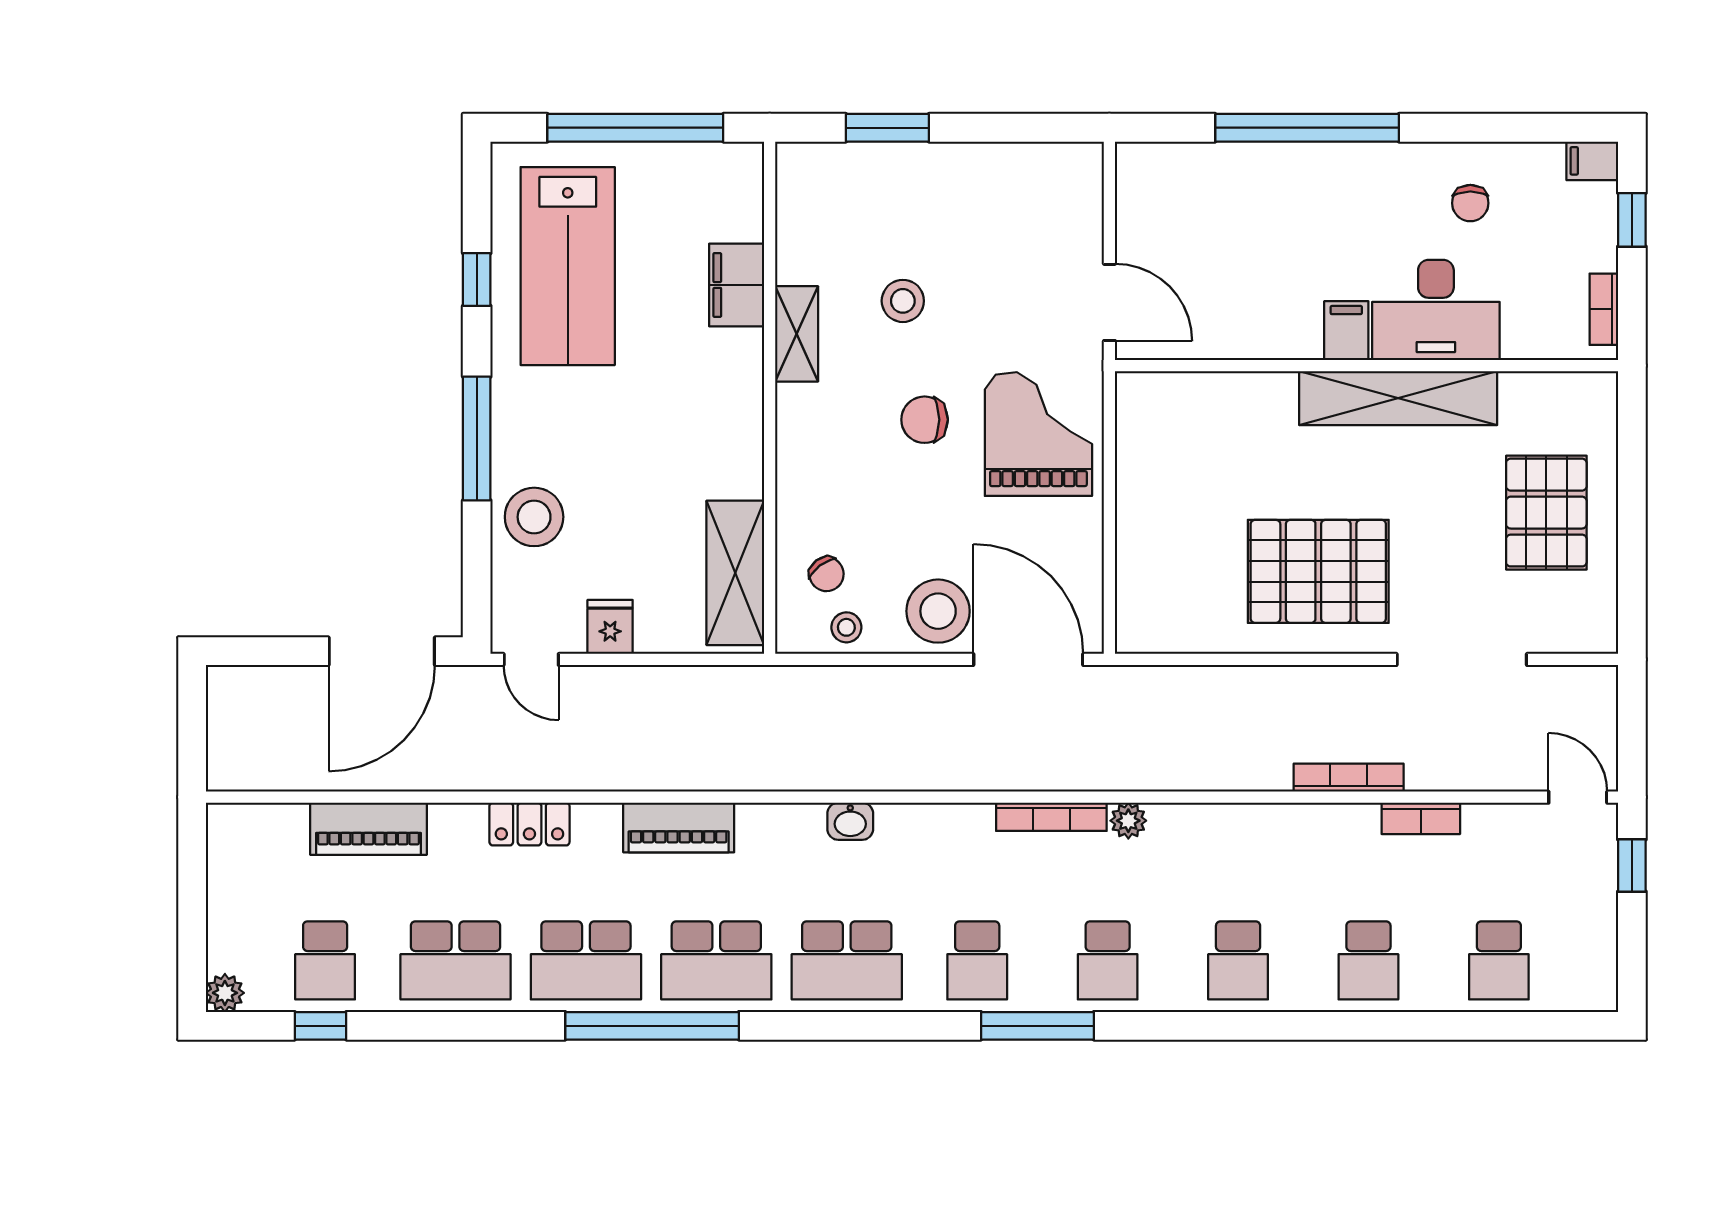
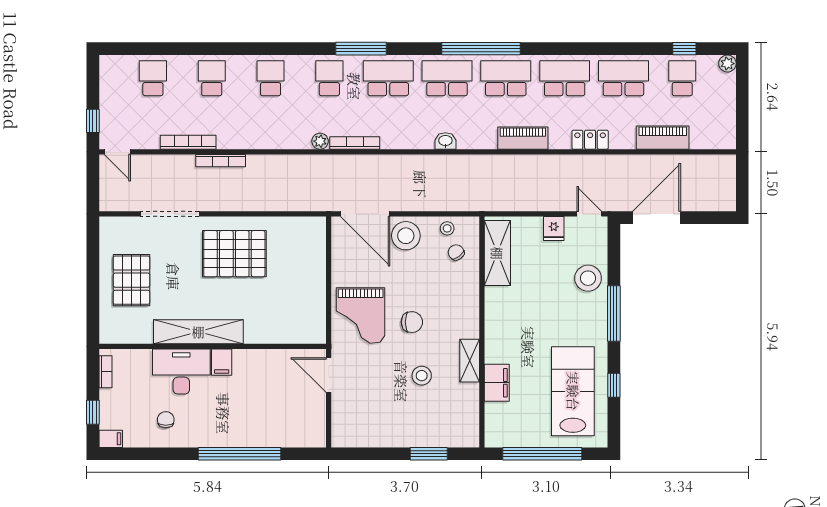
bookcase: (1421, 818) -> (188, 142), width x1.56
school desk: (977, 960) -> (388, 78), width x1.85
window: (652, 1026) -> (481, 49), moved

